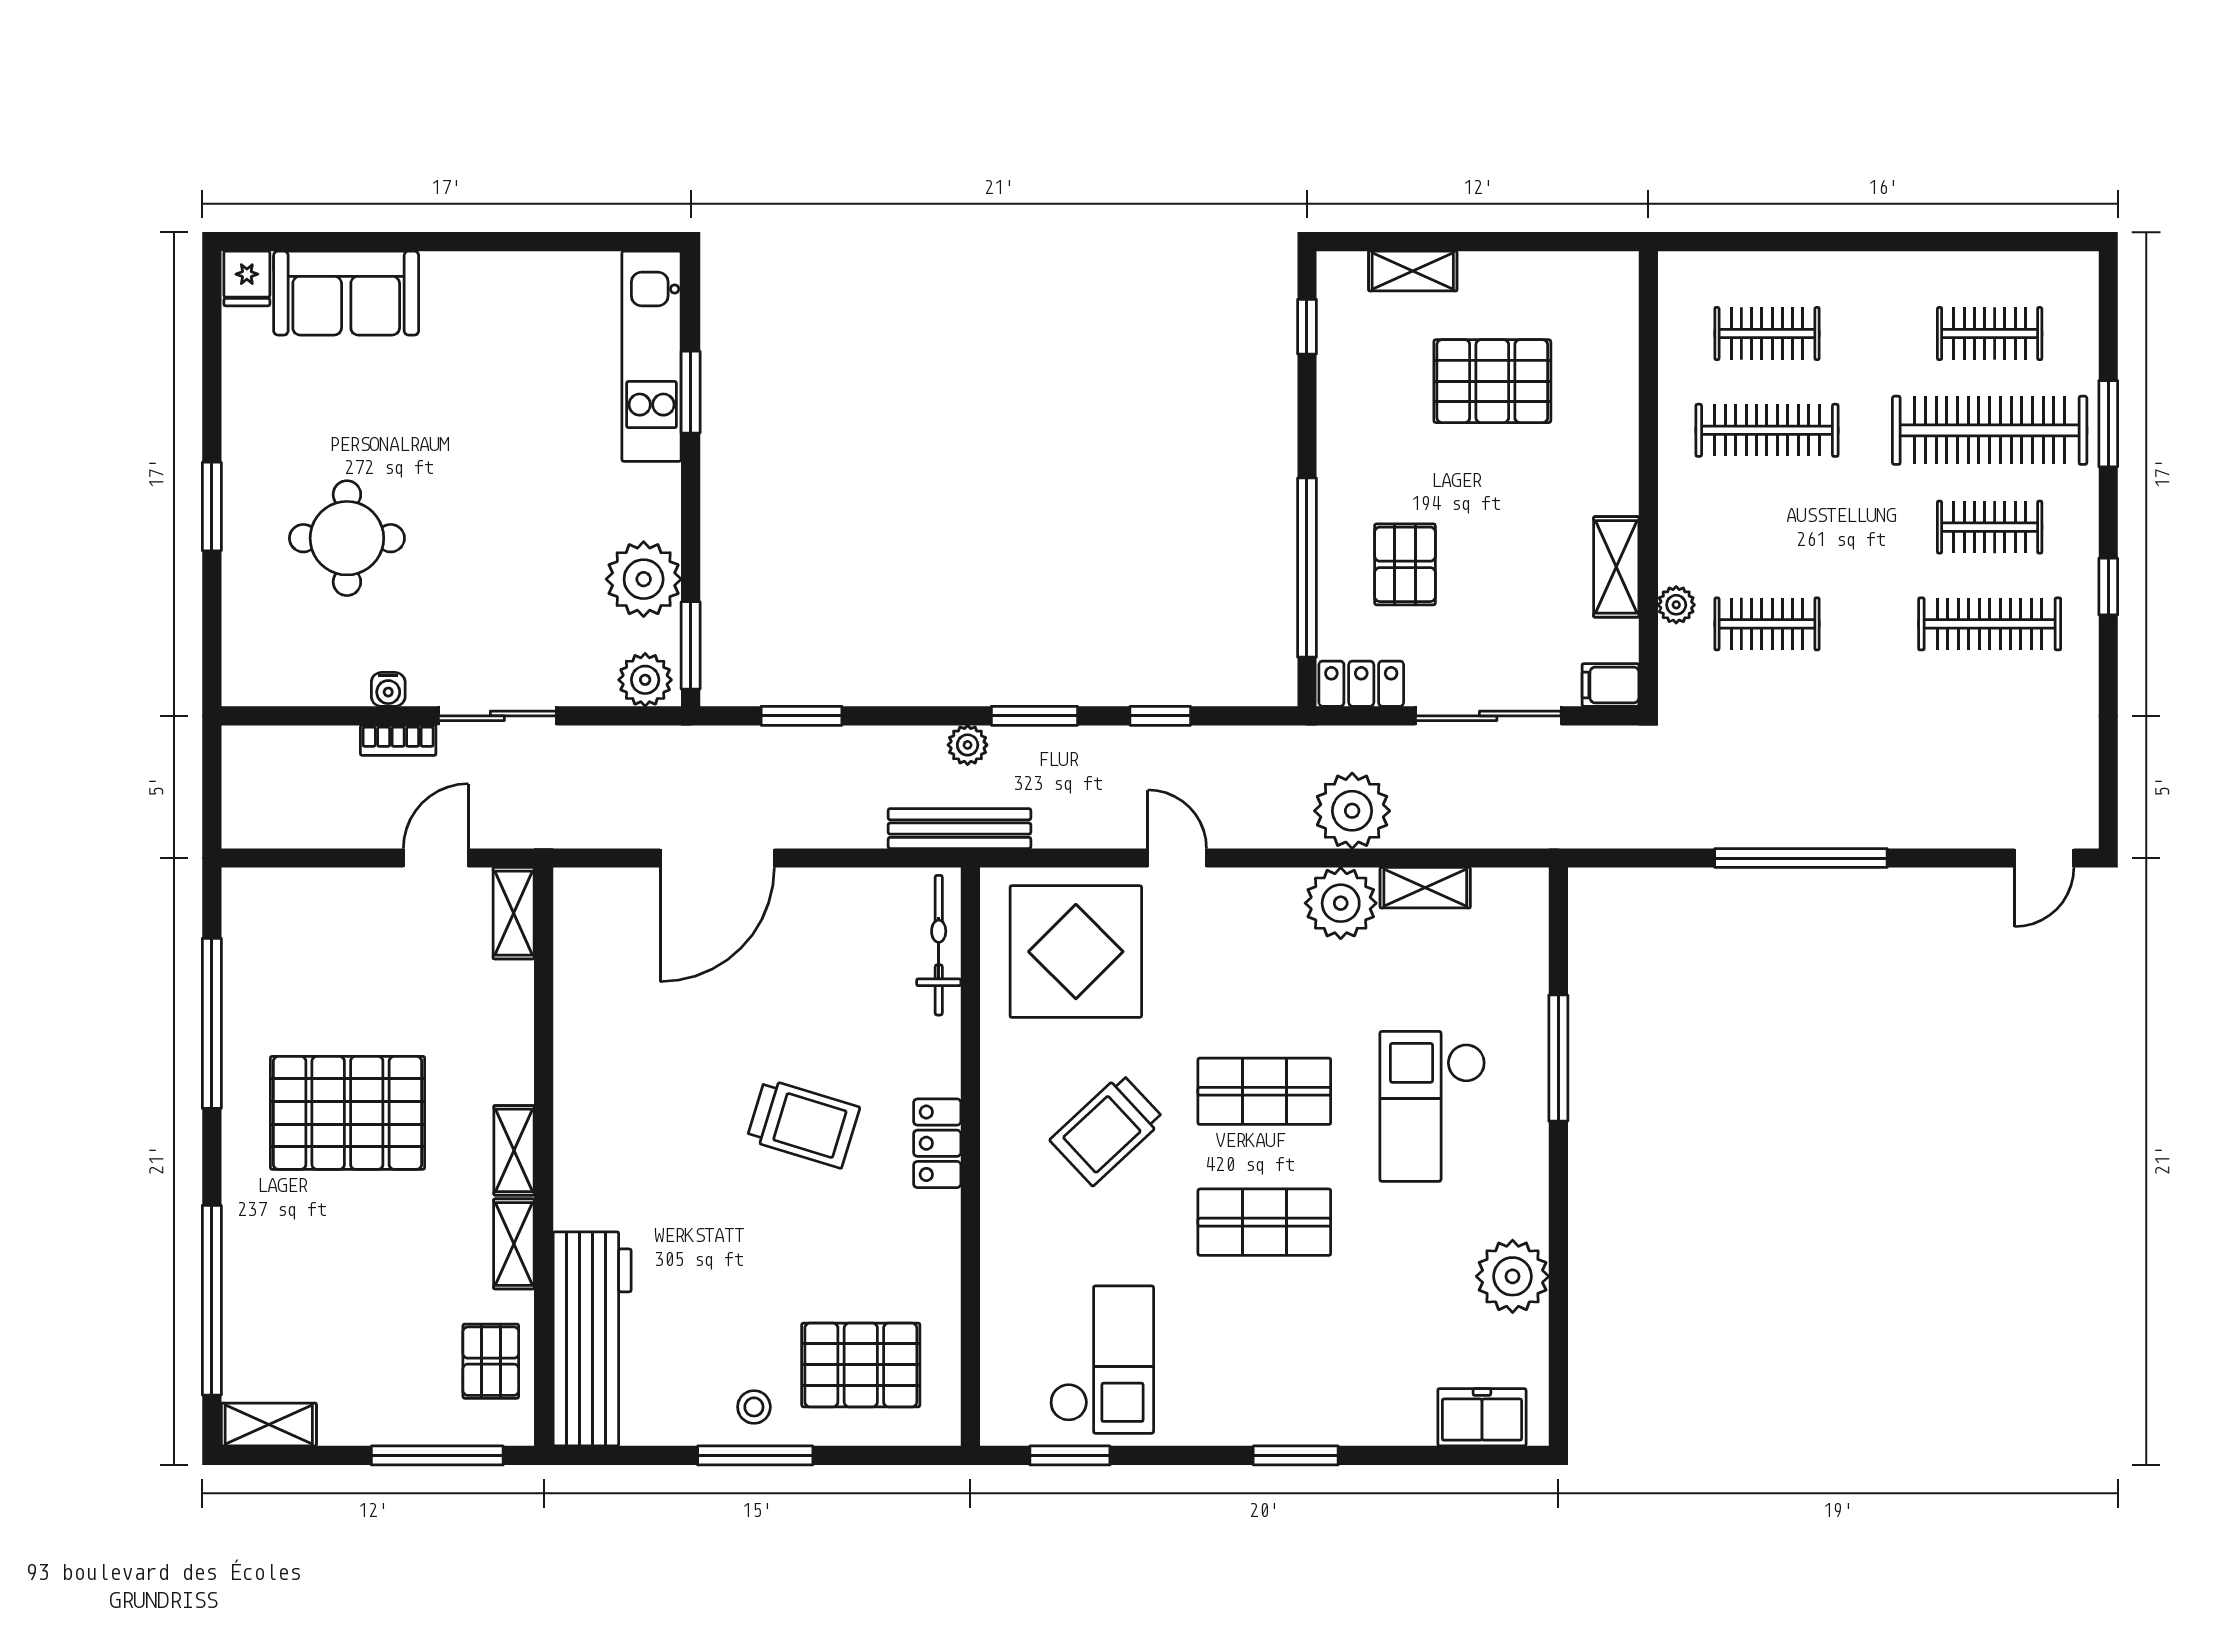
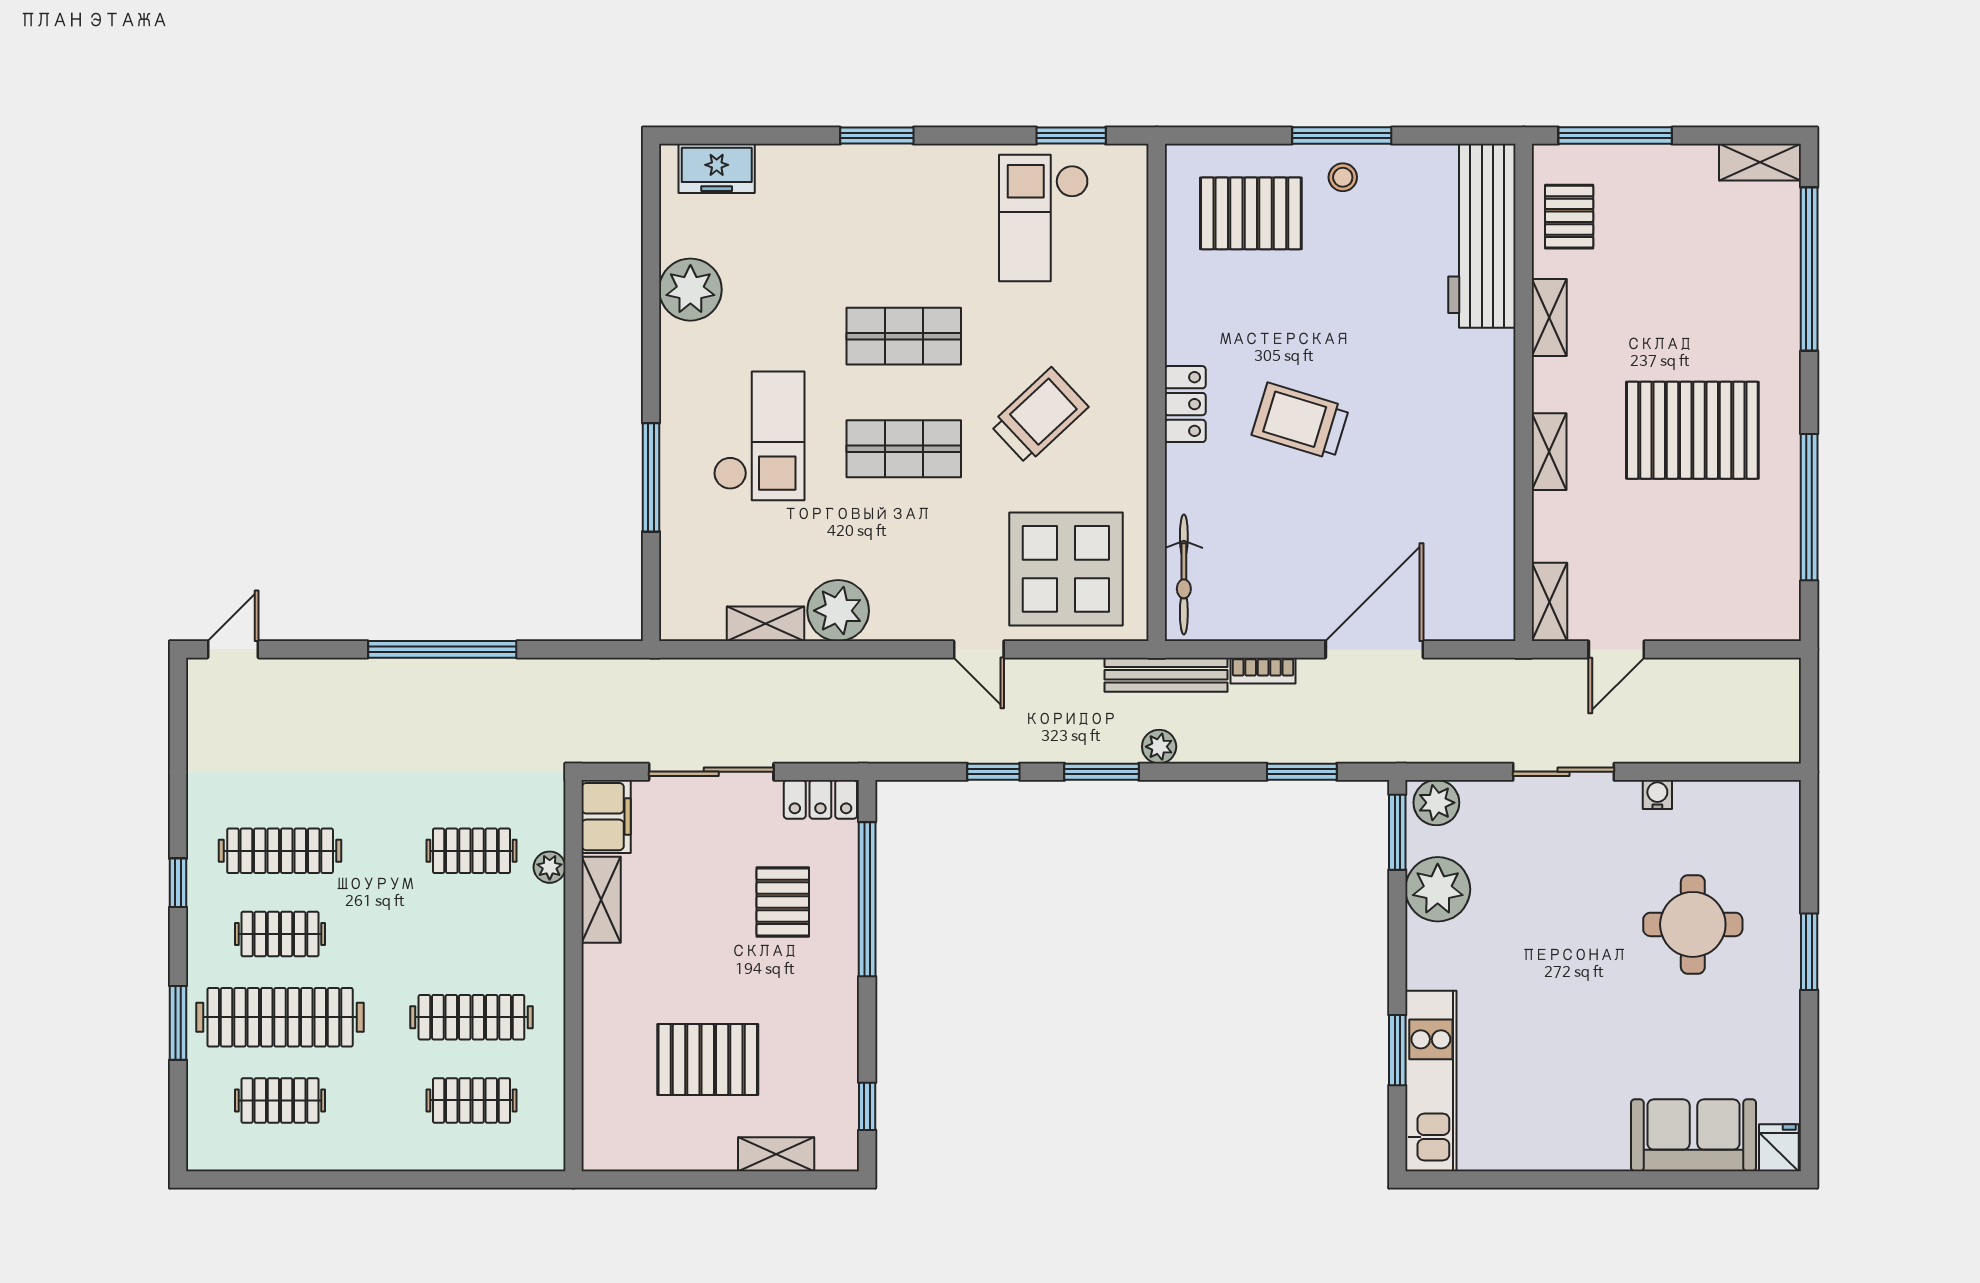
filing cabinet: (1610, 685) -> (606, 817), width x2.00
bookcase: (398, 740) -> (1263, 671), moved, turned 180
plant: (1352, 811) -> (828, 690), removed
shelving: (514, 1150) -> (1549, 452), moved

